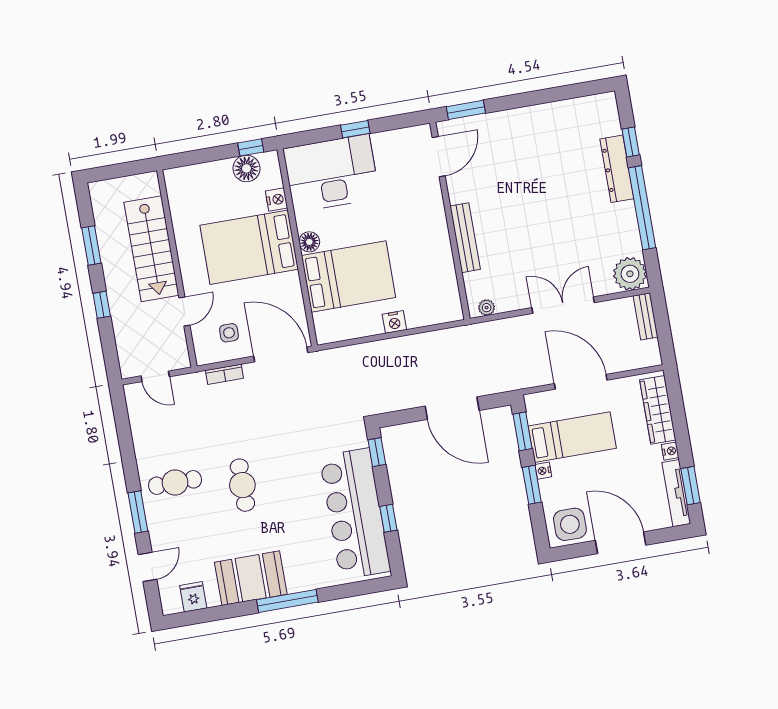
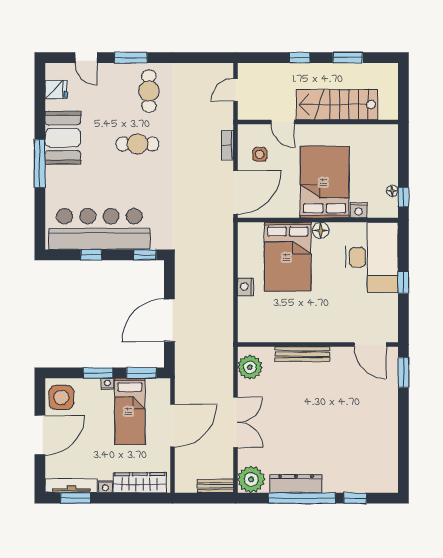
floor lamp: (246, 168) -> (392, 191), width x0.53, depth x0.53
dresser: (617, 169) -> (296, 484), moved
plant: (487, 308) -> (250, 367), width x1.88, depth x1.88

